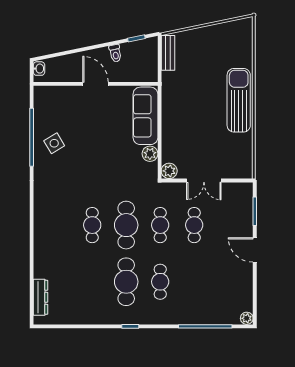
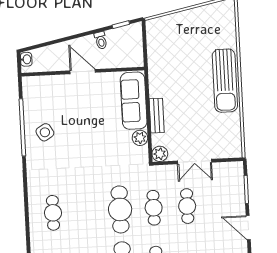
bench: (168, 53) -> (157, 116), moved
sun lounger: (239, 100) -> (225, 81), turned 180
cafe table: (92, 225) -> (53, 213), moved

